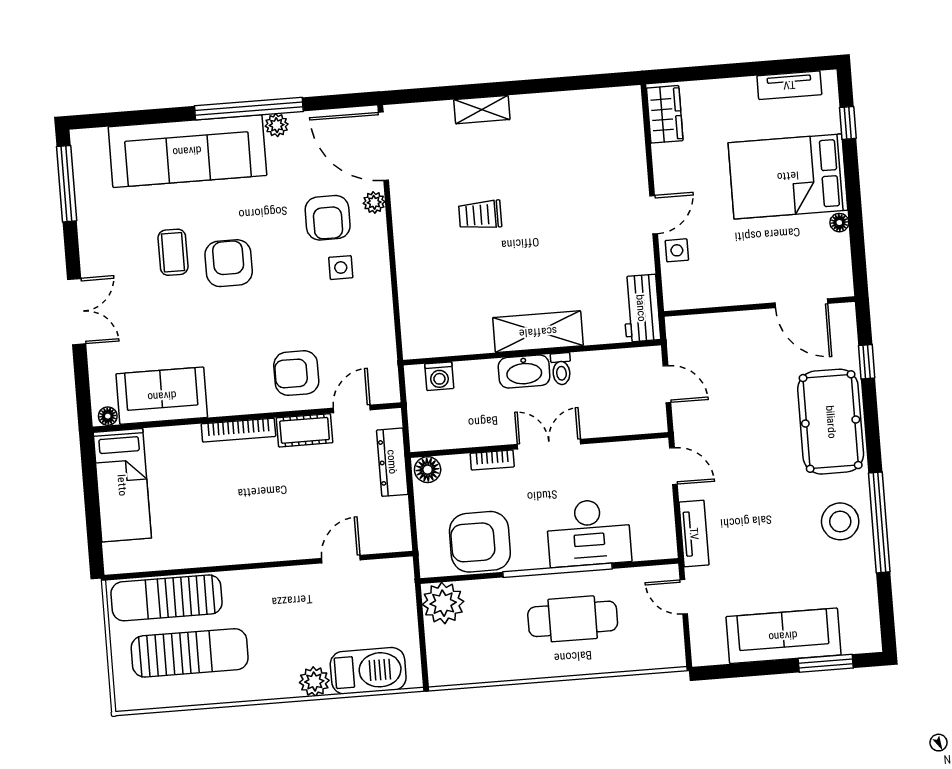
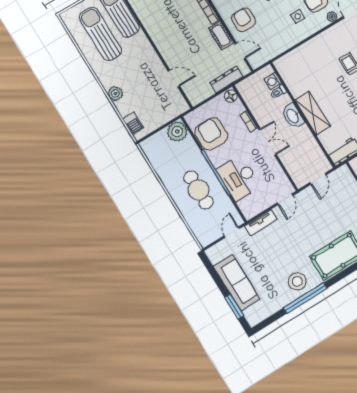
toilet: (561, 369) -> (278, 92), moved
sun lounger: (190, 653) -> (100, 34), turned 180
barbecue: (368, 671) -> (133, 123), width x0.53, depth x0.65

